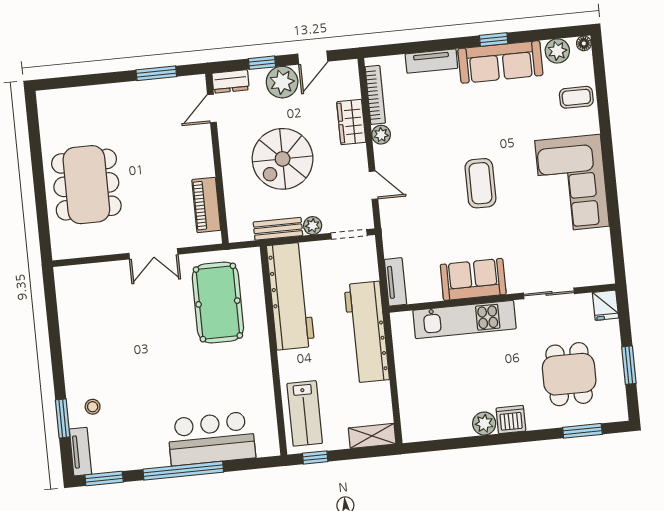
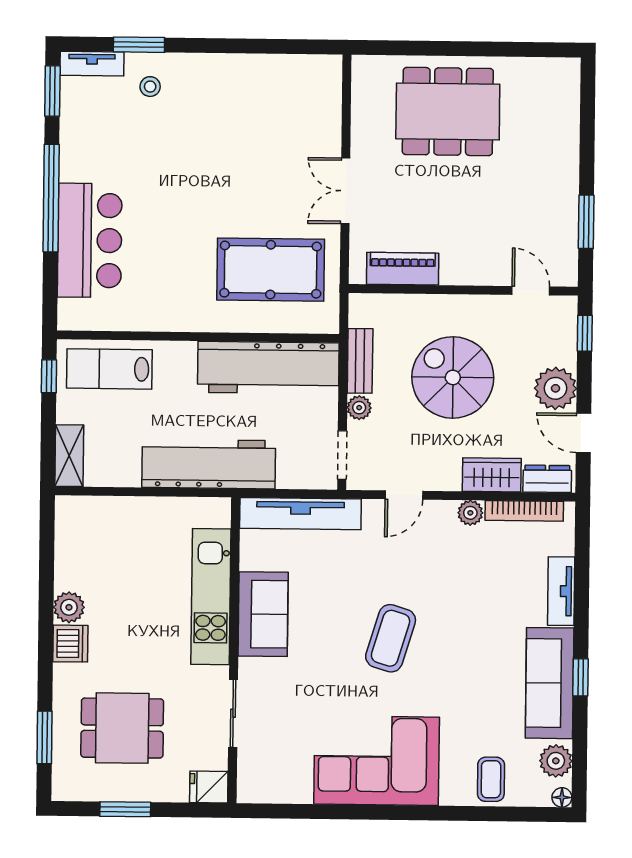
window: (262, 63) -> (585, 333), moved
dresser: (231, 81) -> (547, 479), moved, turned 90
coffee table: (480, 183) -> (391, 638), turned -73
tv unit: (395, 282) -> (300, 514), width x1.92, depth x1.29

